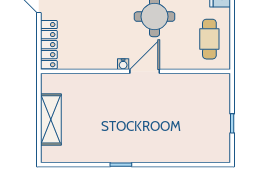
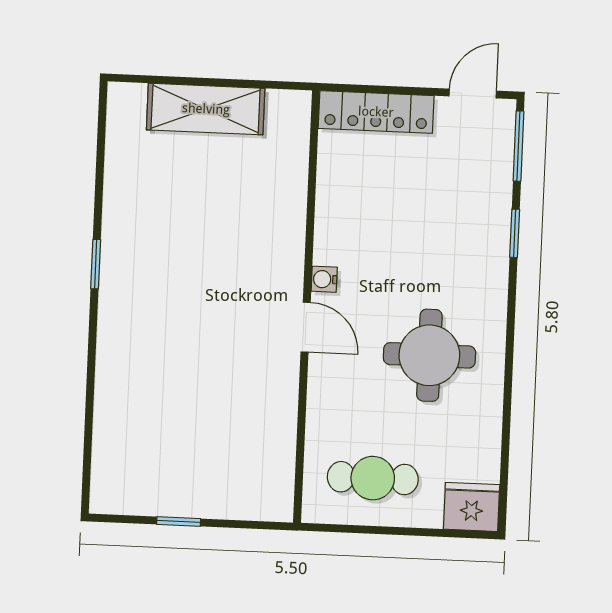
door: (145, 71) -> (306, 327), width x0.73

